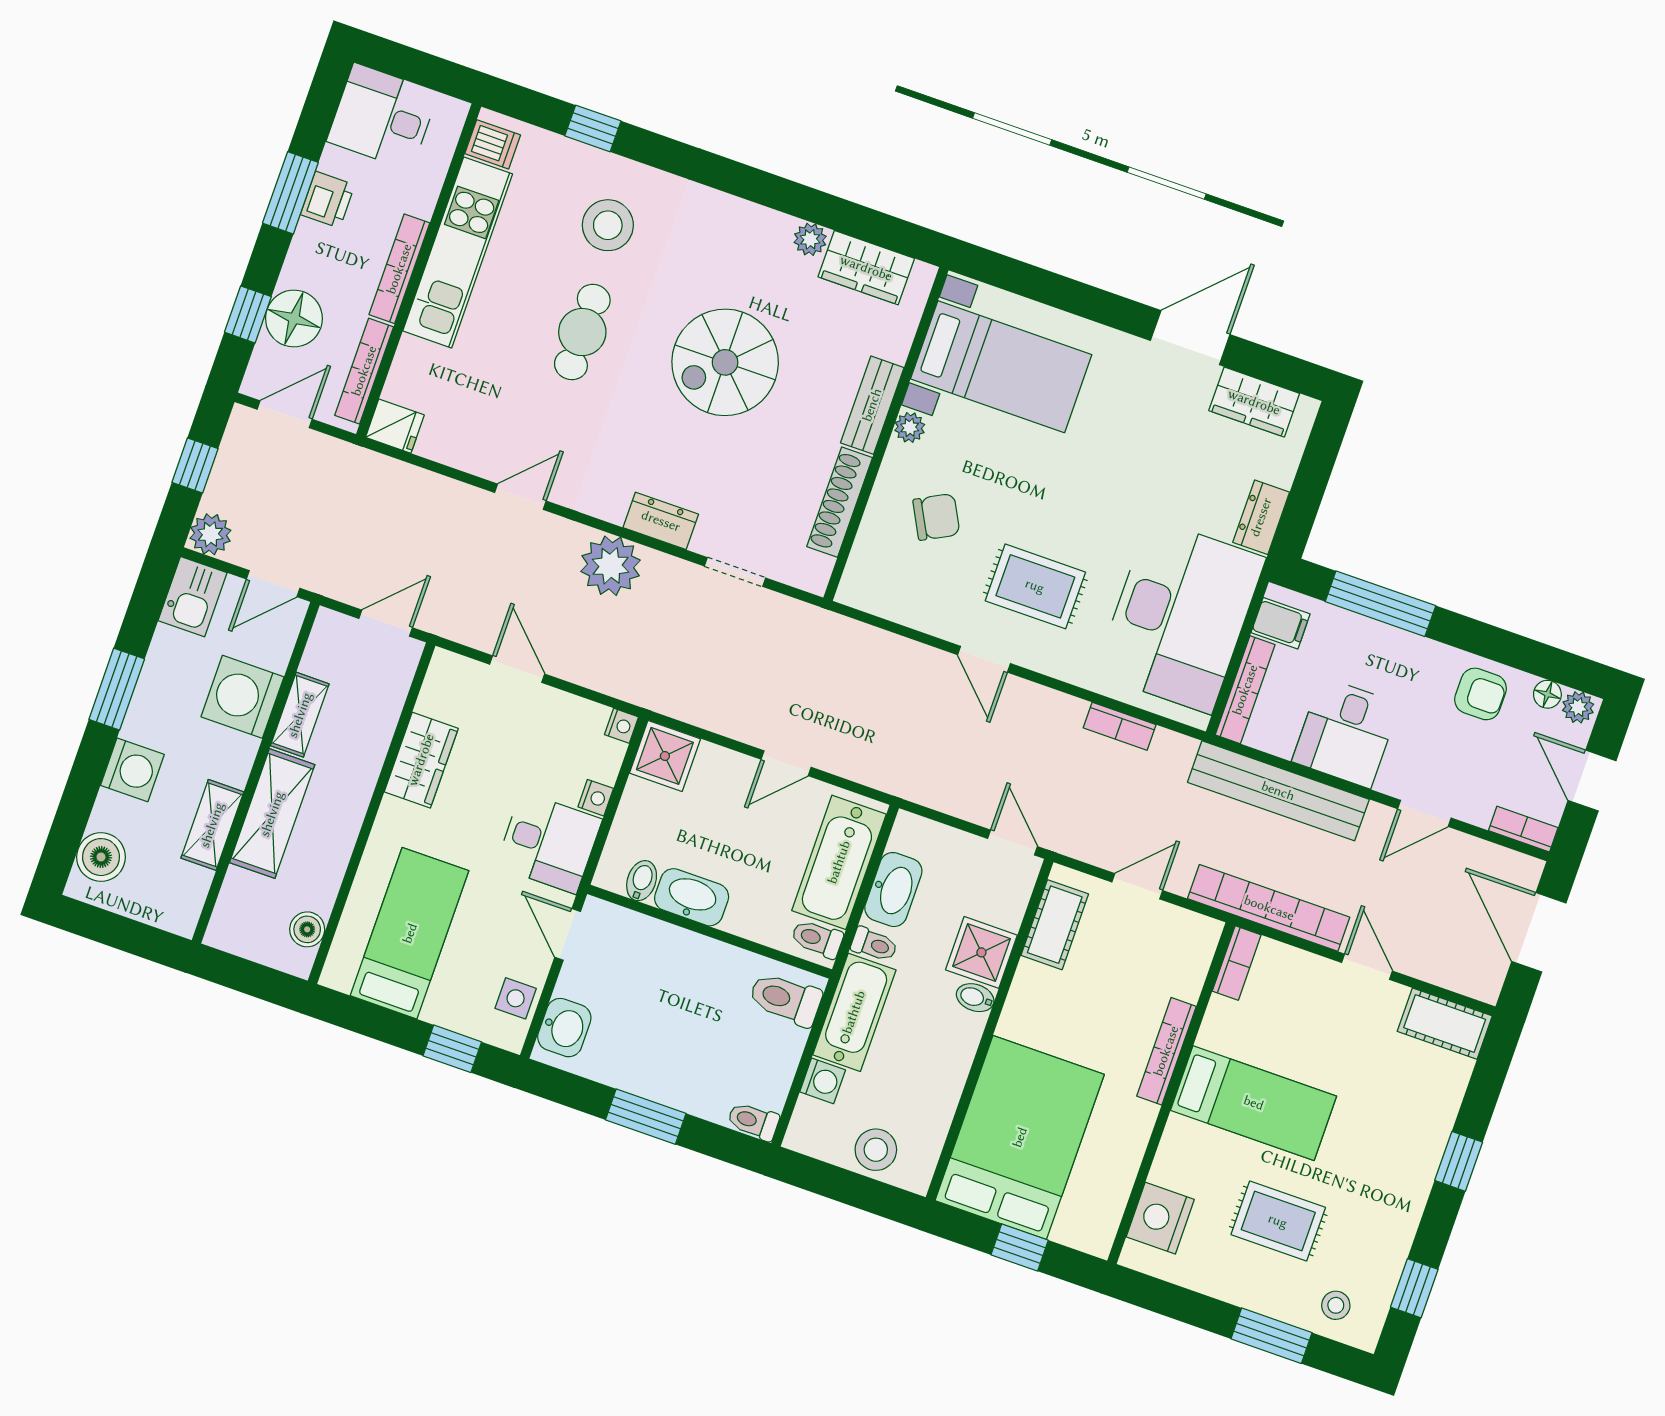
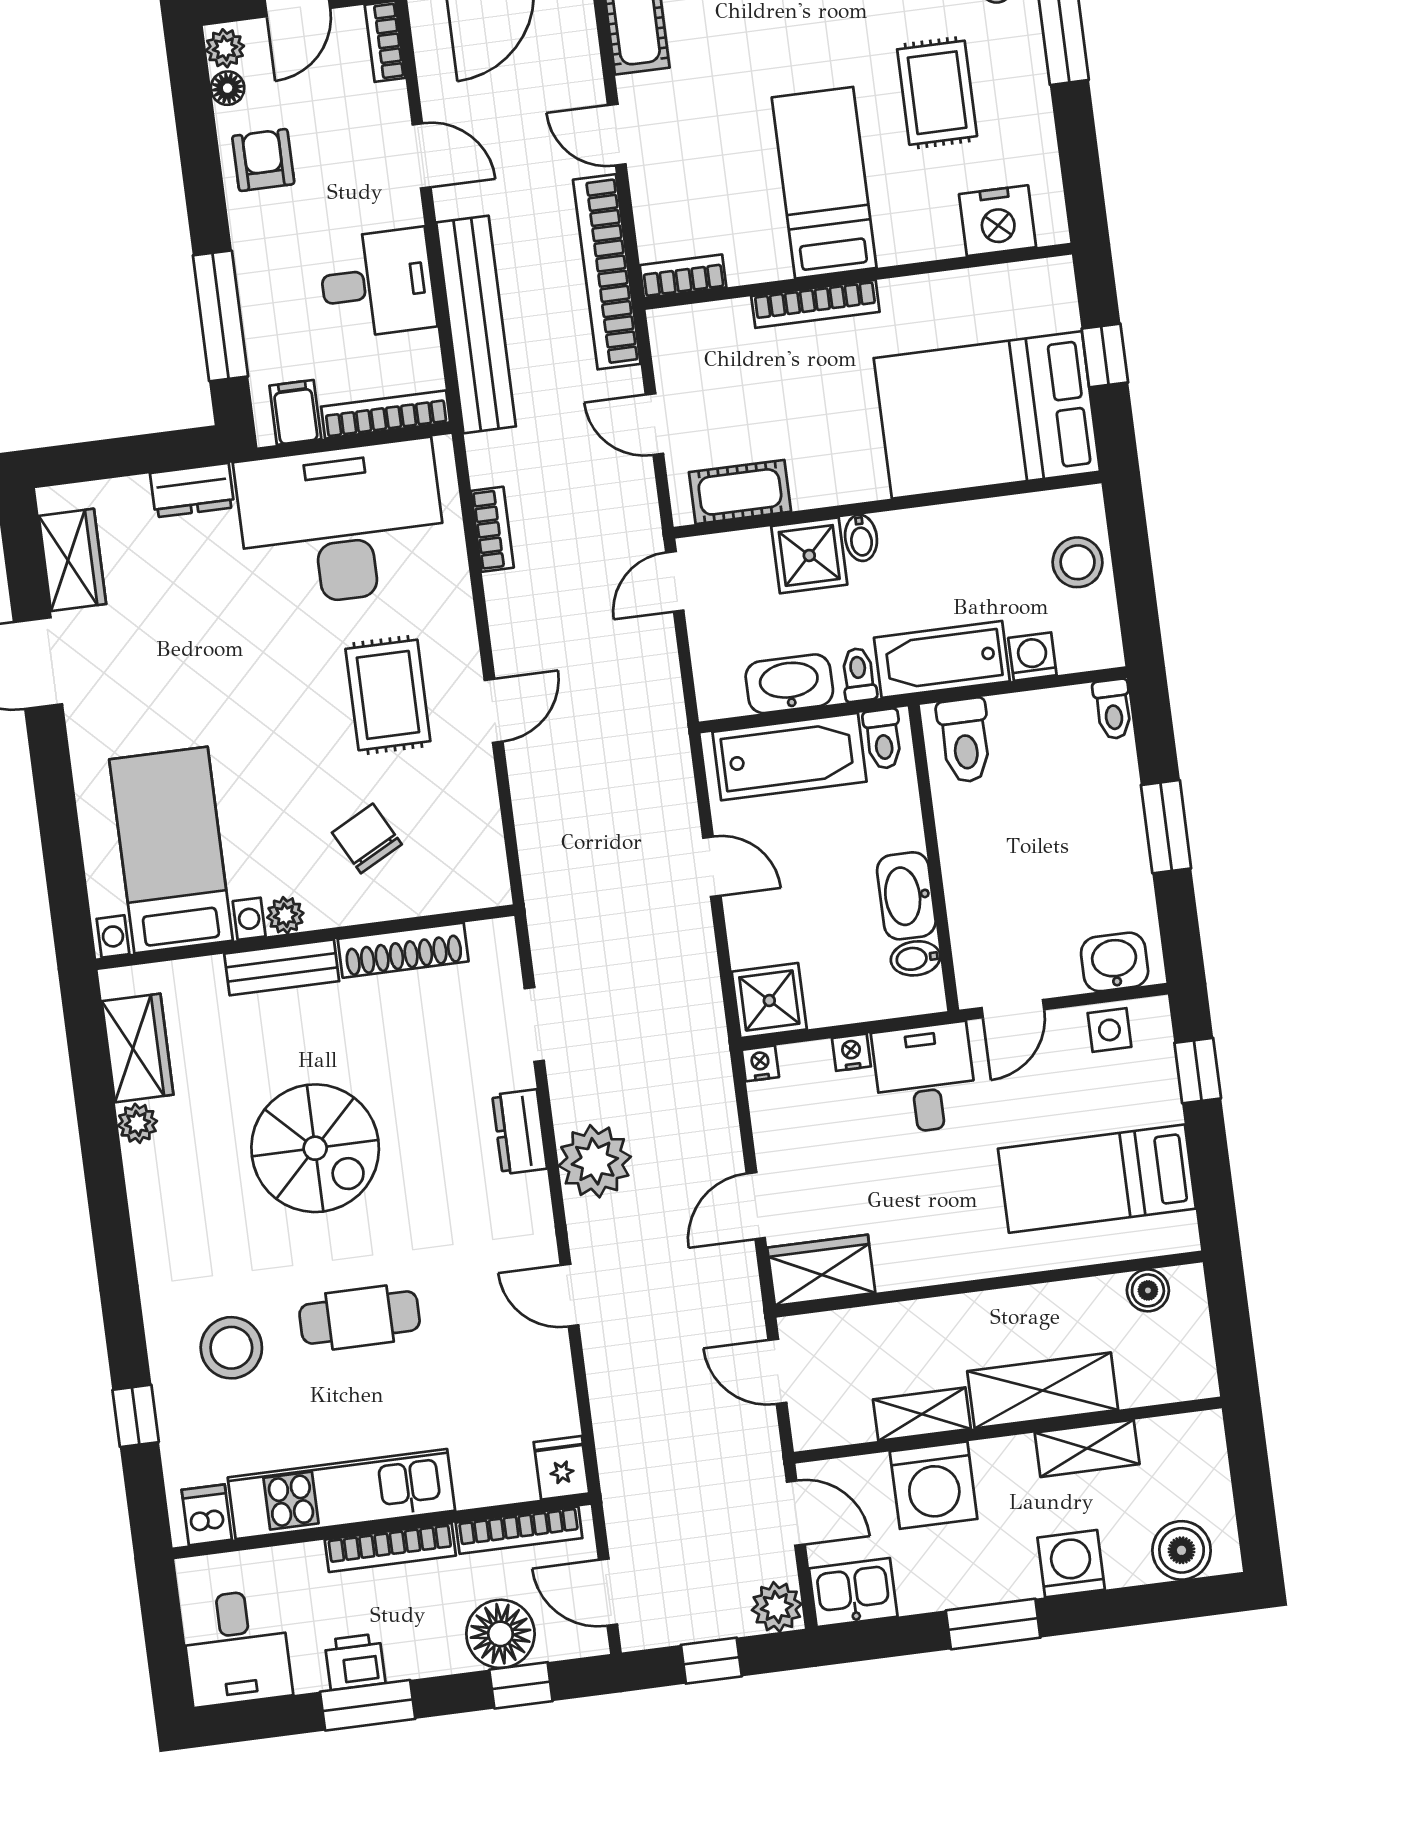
wardrobe: (421, 760) -> (821, 1270), moved
door: (1367, 967) -> (617, 135), hinge flipped

